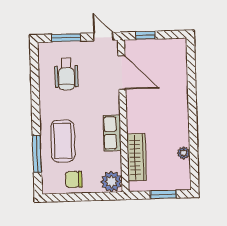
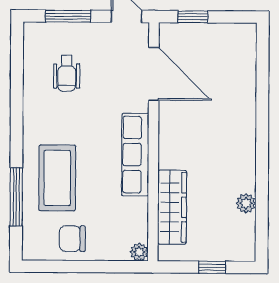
wheelchair: (66, 74) -> (67, 73), width x0.73, depth x0.73
row of seats: (112, 133) -> (135, 155), width x1.48
plant: (111, 182) -> (139, 252), width x0.53, depth x0.53
window: (163, 194) -> (212, 267), width x0.67

